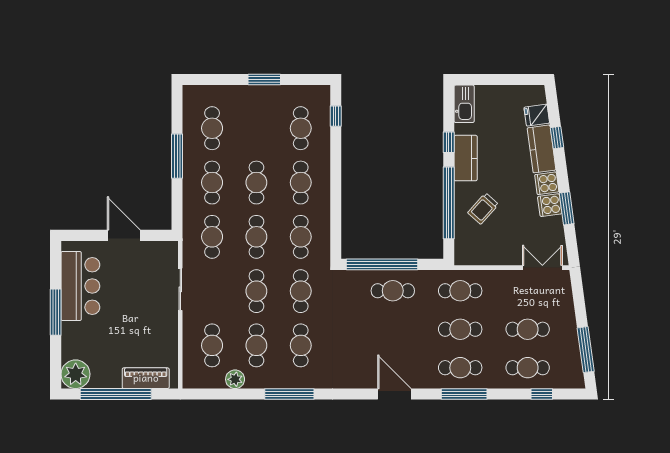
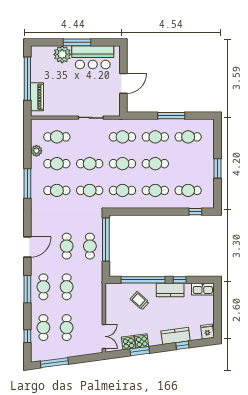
fridge: (537, 115) -> (207, 332), moved
cooker: (547, 183) -> (128, 343), moved
cafe table: (460, 291) -> (67, 246), moved
plant: (76, 374) -> (62, 54), moved

